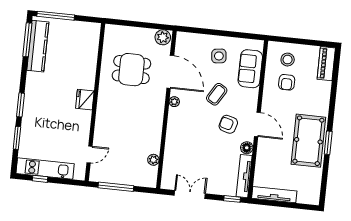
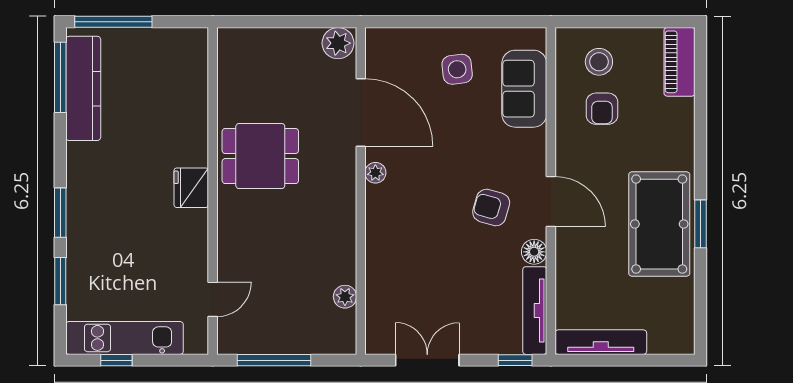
dining table: (131, 70) -> (260, 156), moved
coffee table: (217, 94) -> (461, 148), removed

